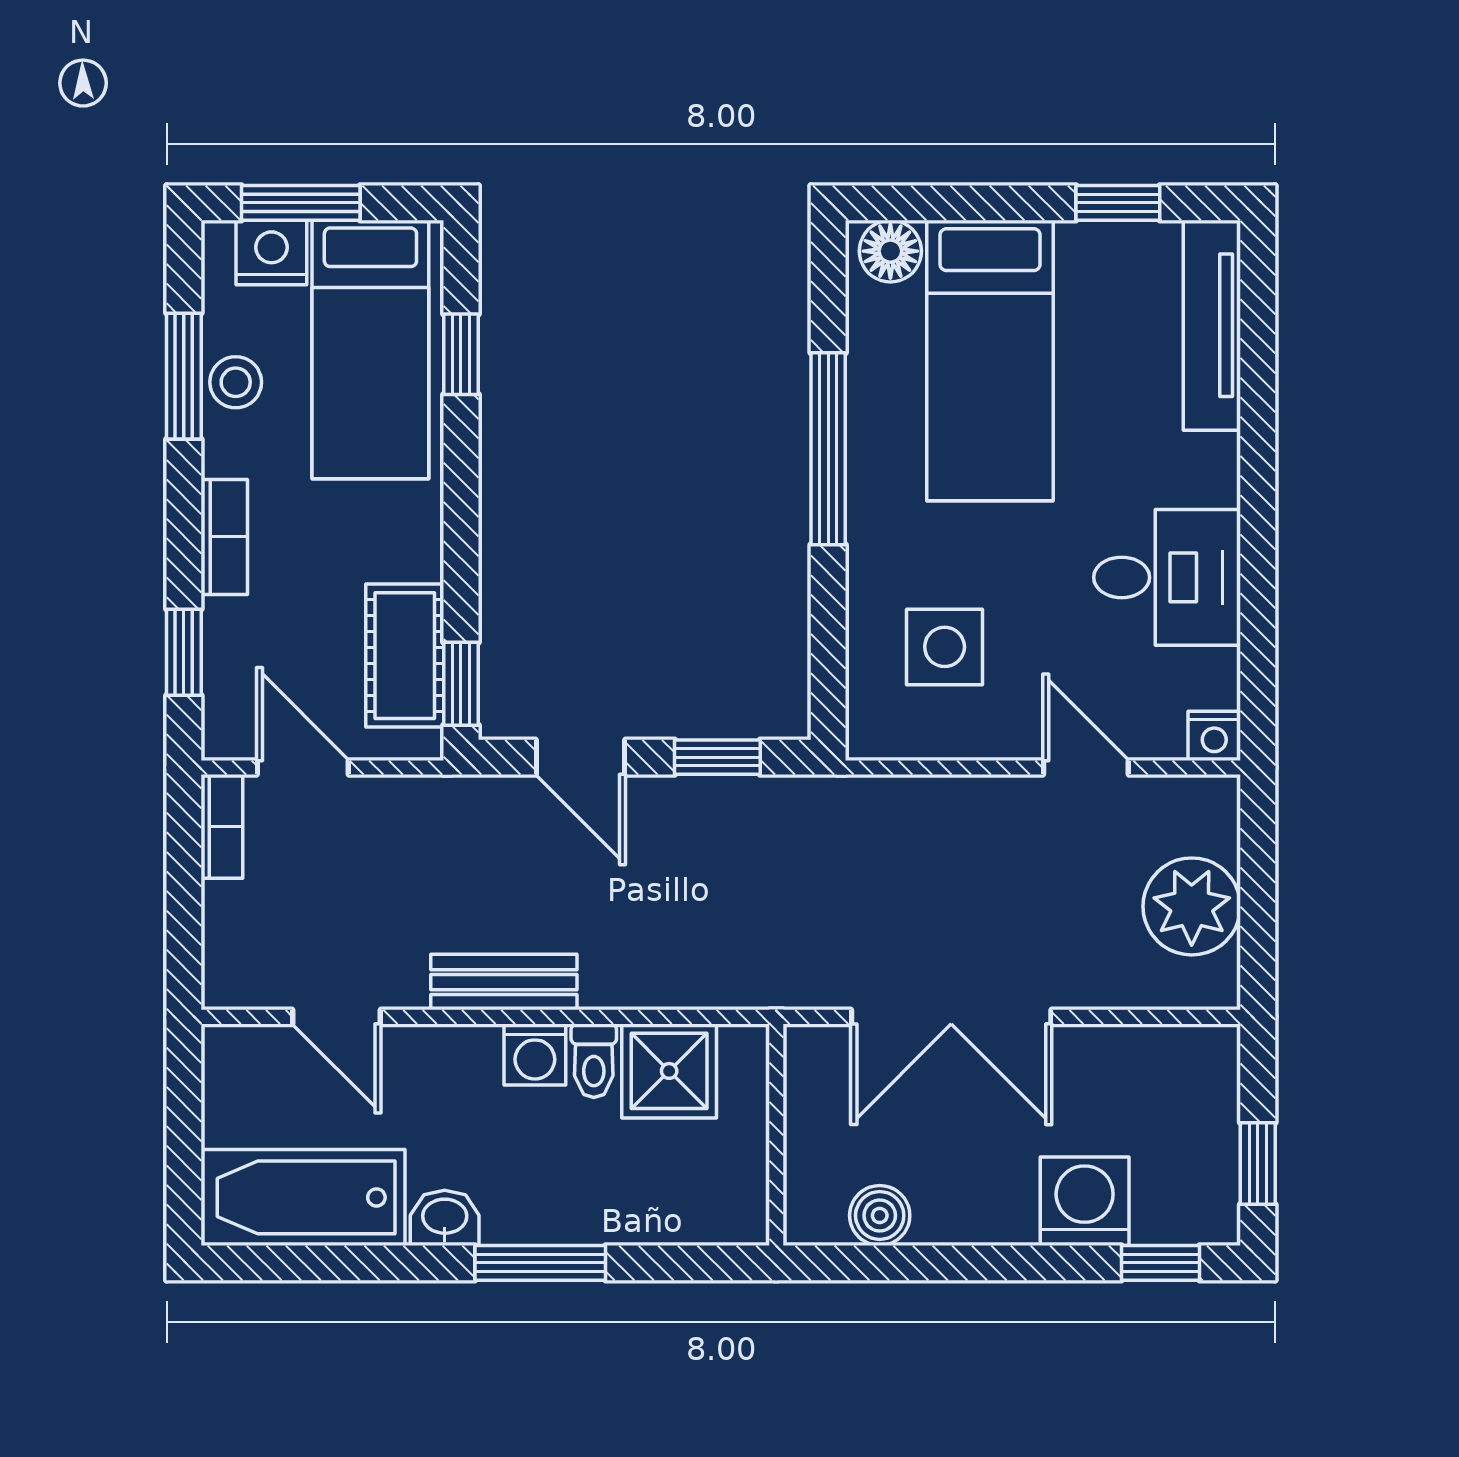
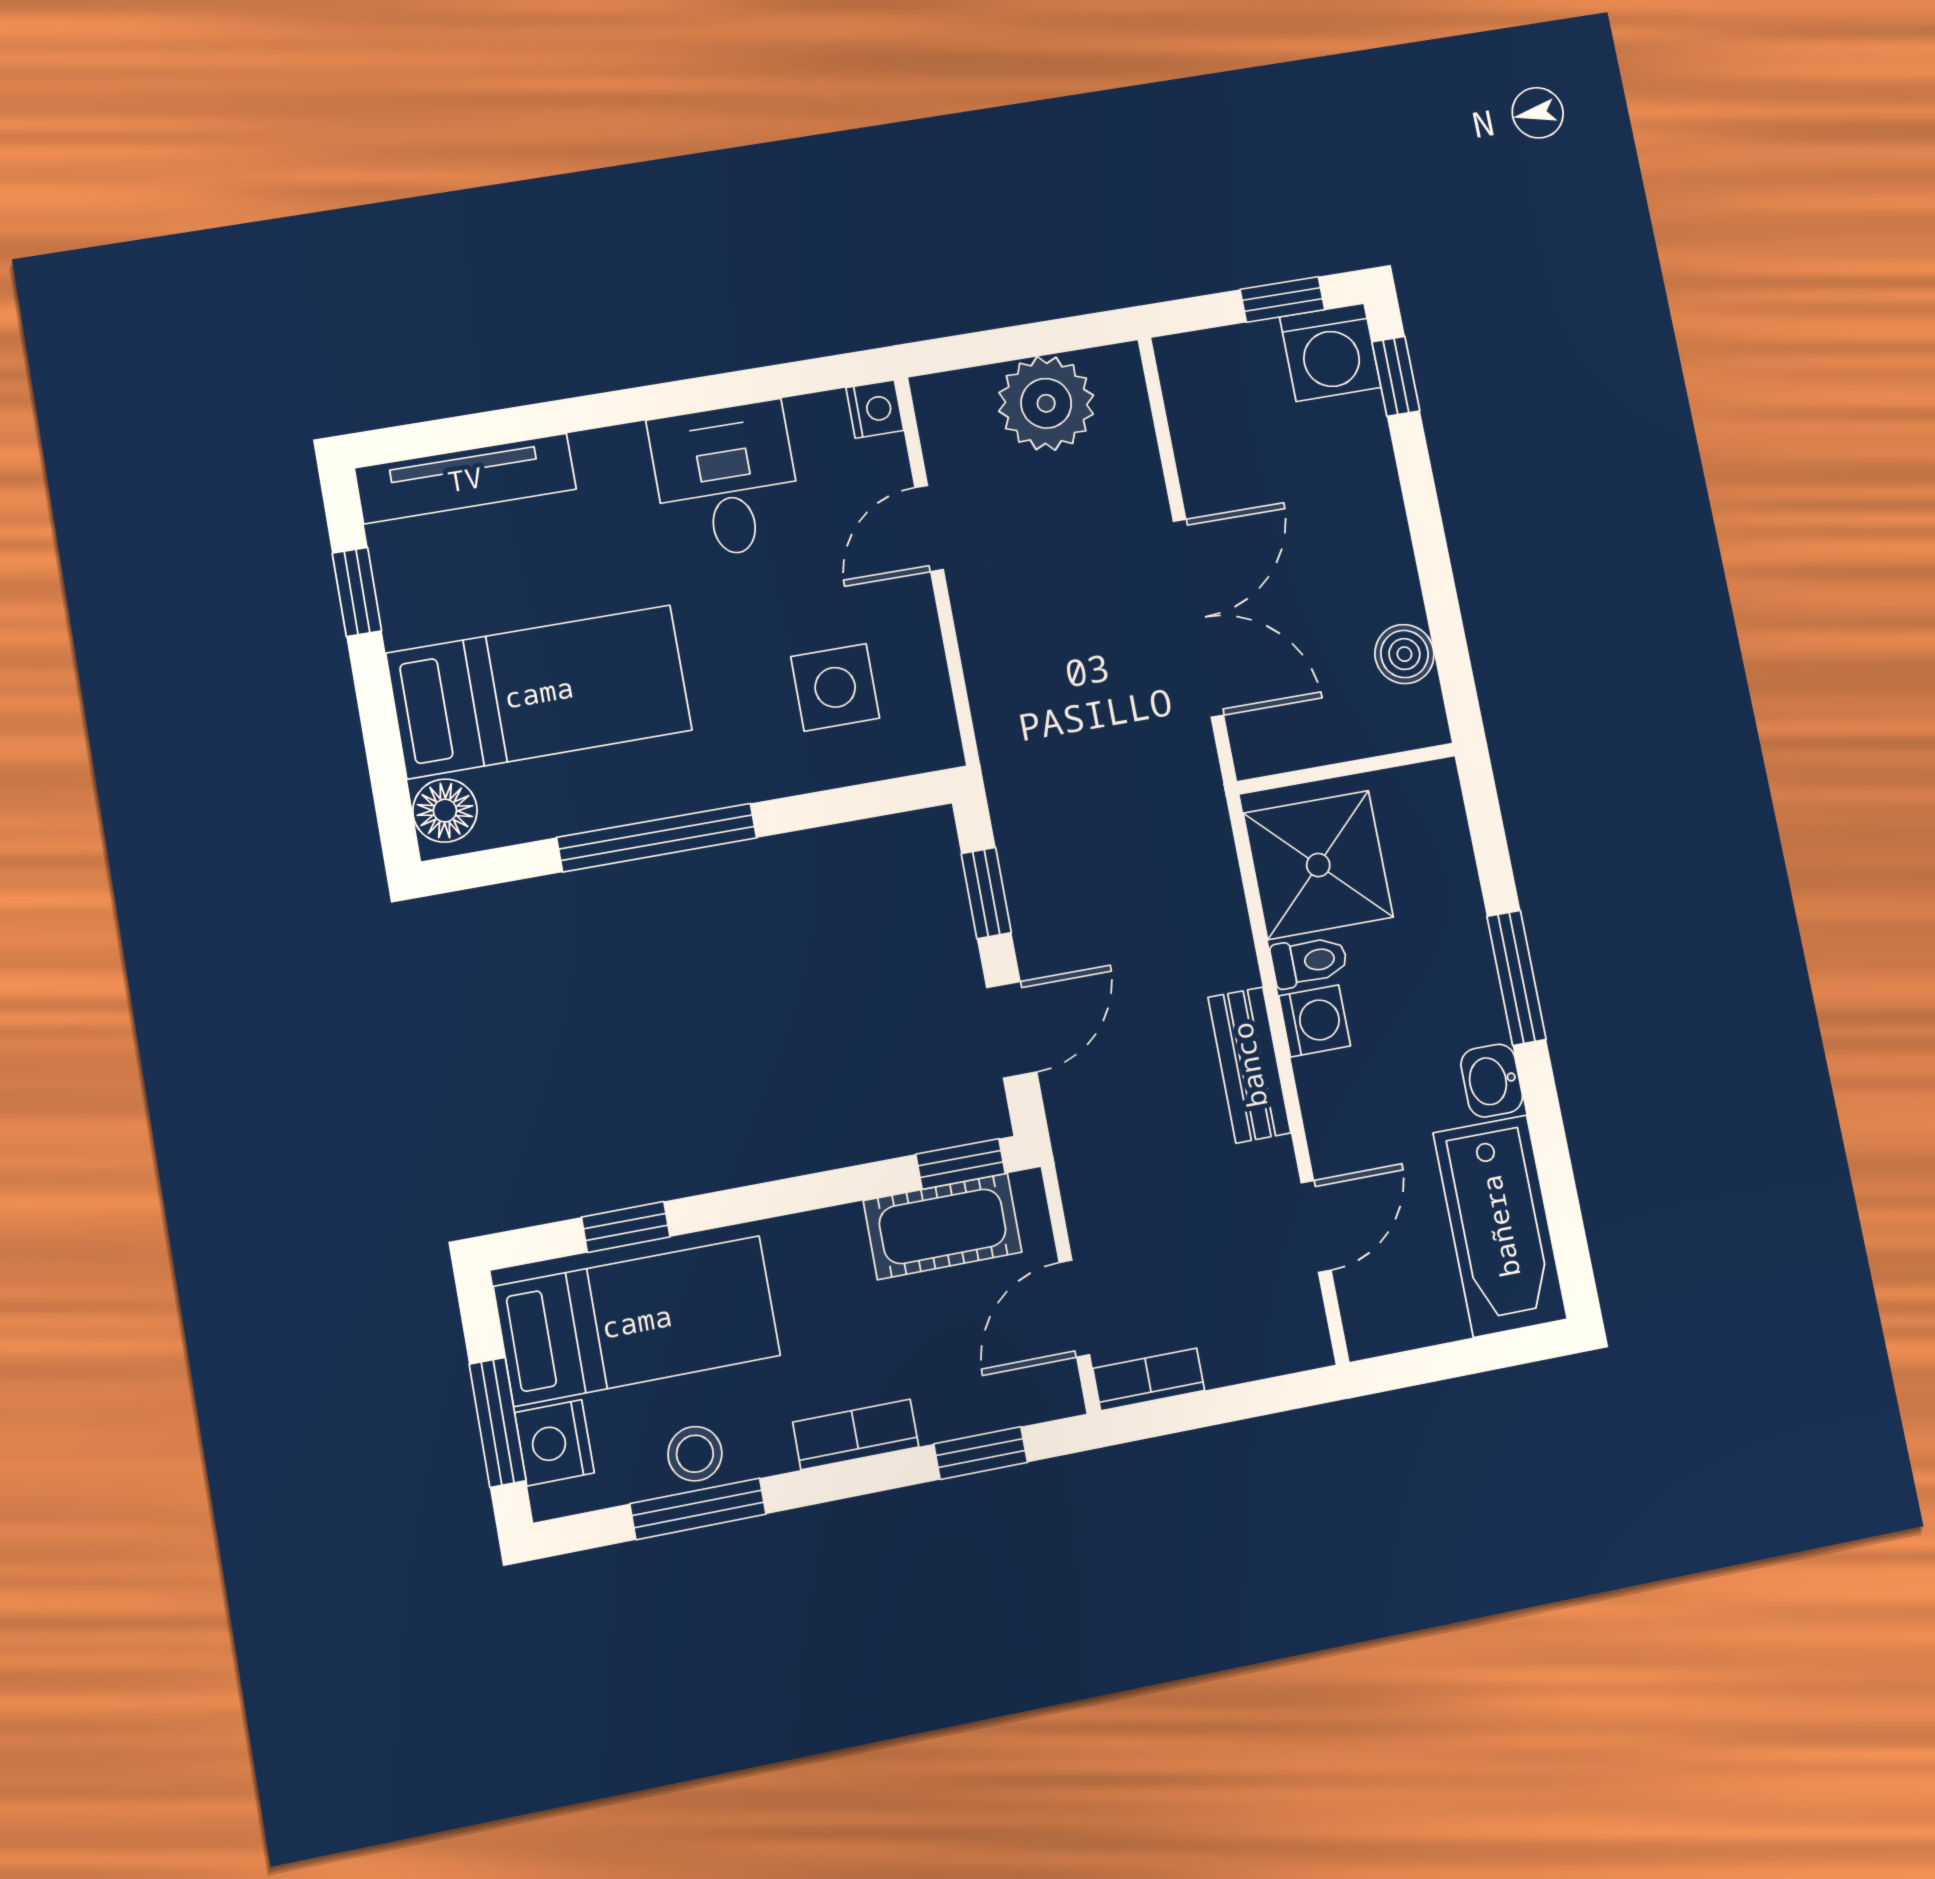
shower: (669, 1071) -> (1318, 865), width x1.36, depth x1.36
washing machine: (1085, 1201) -> (1330, 352), moved, turned -90

